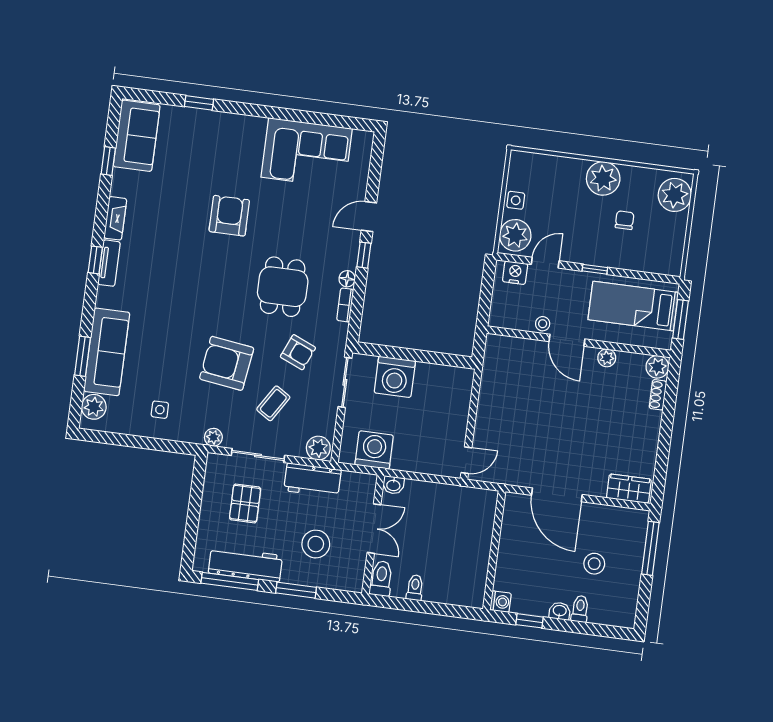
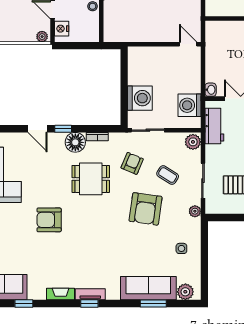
side table: (516, 200) -> (14, 34), removed
plant: (515, 235) -> (42, 37), width x0.53, depth x0.53
floor lamp: (347, 279) -> (75, 142), width x1.89, depth x1.89
workbench: (312, 480) -> (214, 126), moved

